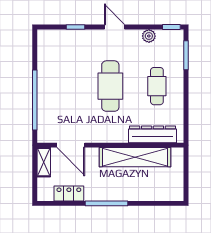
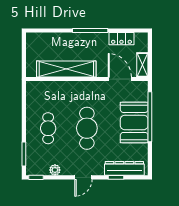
door: (114, 27) -> (83, 177), hinge flipped
booth: (54, 93) -> (134, 122), added
dresser: (152, 134) -> (124, 168), moved, turned 180

